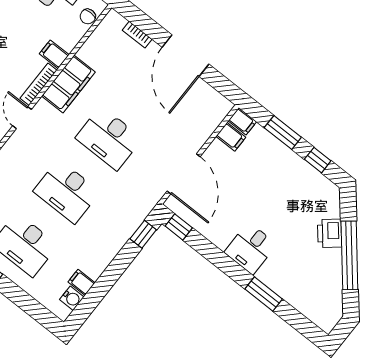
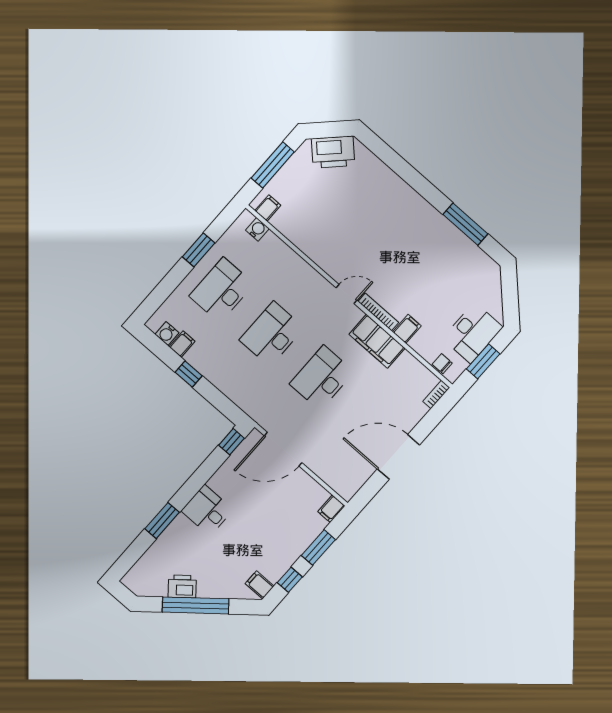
bookcase: (137, 35) -> (436, 394), moved
filing cabinet: (231, 137) -> (260, 585), moved, turned 90
printer: (329, 233) -> (182, 586), moved
window: (143, 234) -> (189, 374), moved

